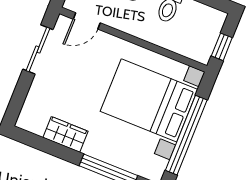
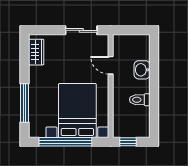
door: (87, 21) -> (111, 65), moved
wardrobe: (65, 134) -> (36, 52), moved

